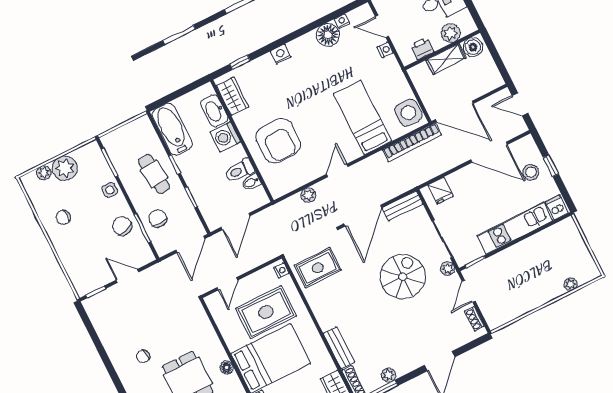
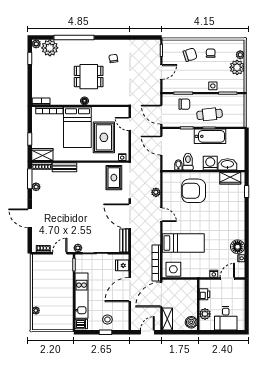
nightstand: (281, 54) -> (240, 216), removed
shelving: (446, 59) -> (167, 319), moved
bathtub: (172, 129) -> (210, 136), moved
door: (489, 152) -> (130, 290), moved
chair: (122, 226) -> (190, 55), moved
spiral stairs: (403, 277) -> (86, 221), removed
door: (469, 291) -> (60, 253), hinge flipped

